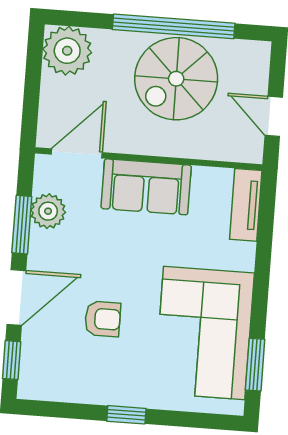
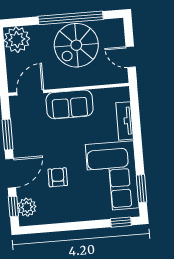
tv unit: (246, 205) -> (125, 121), moved
plant: (48, 211) -> (27, 207), moved
armchair: (103, 319) -> (58, 177), turned -90
window: (126, 415) -> (121, 222), moved

